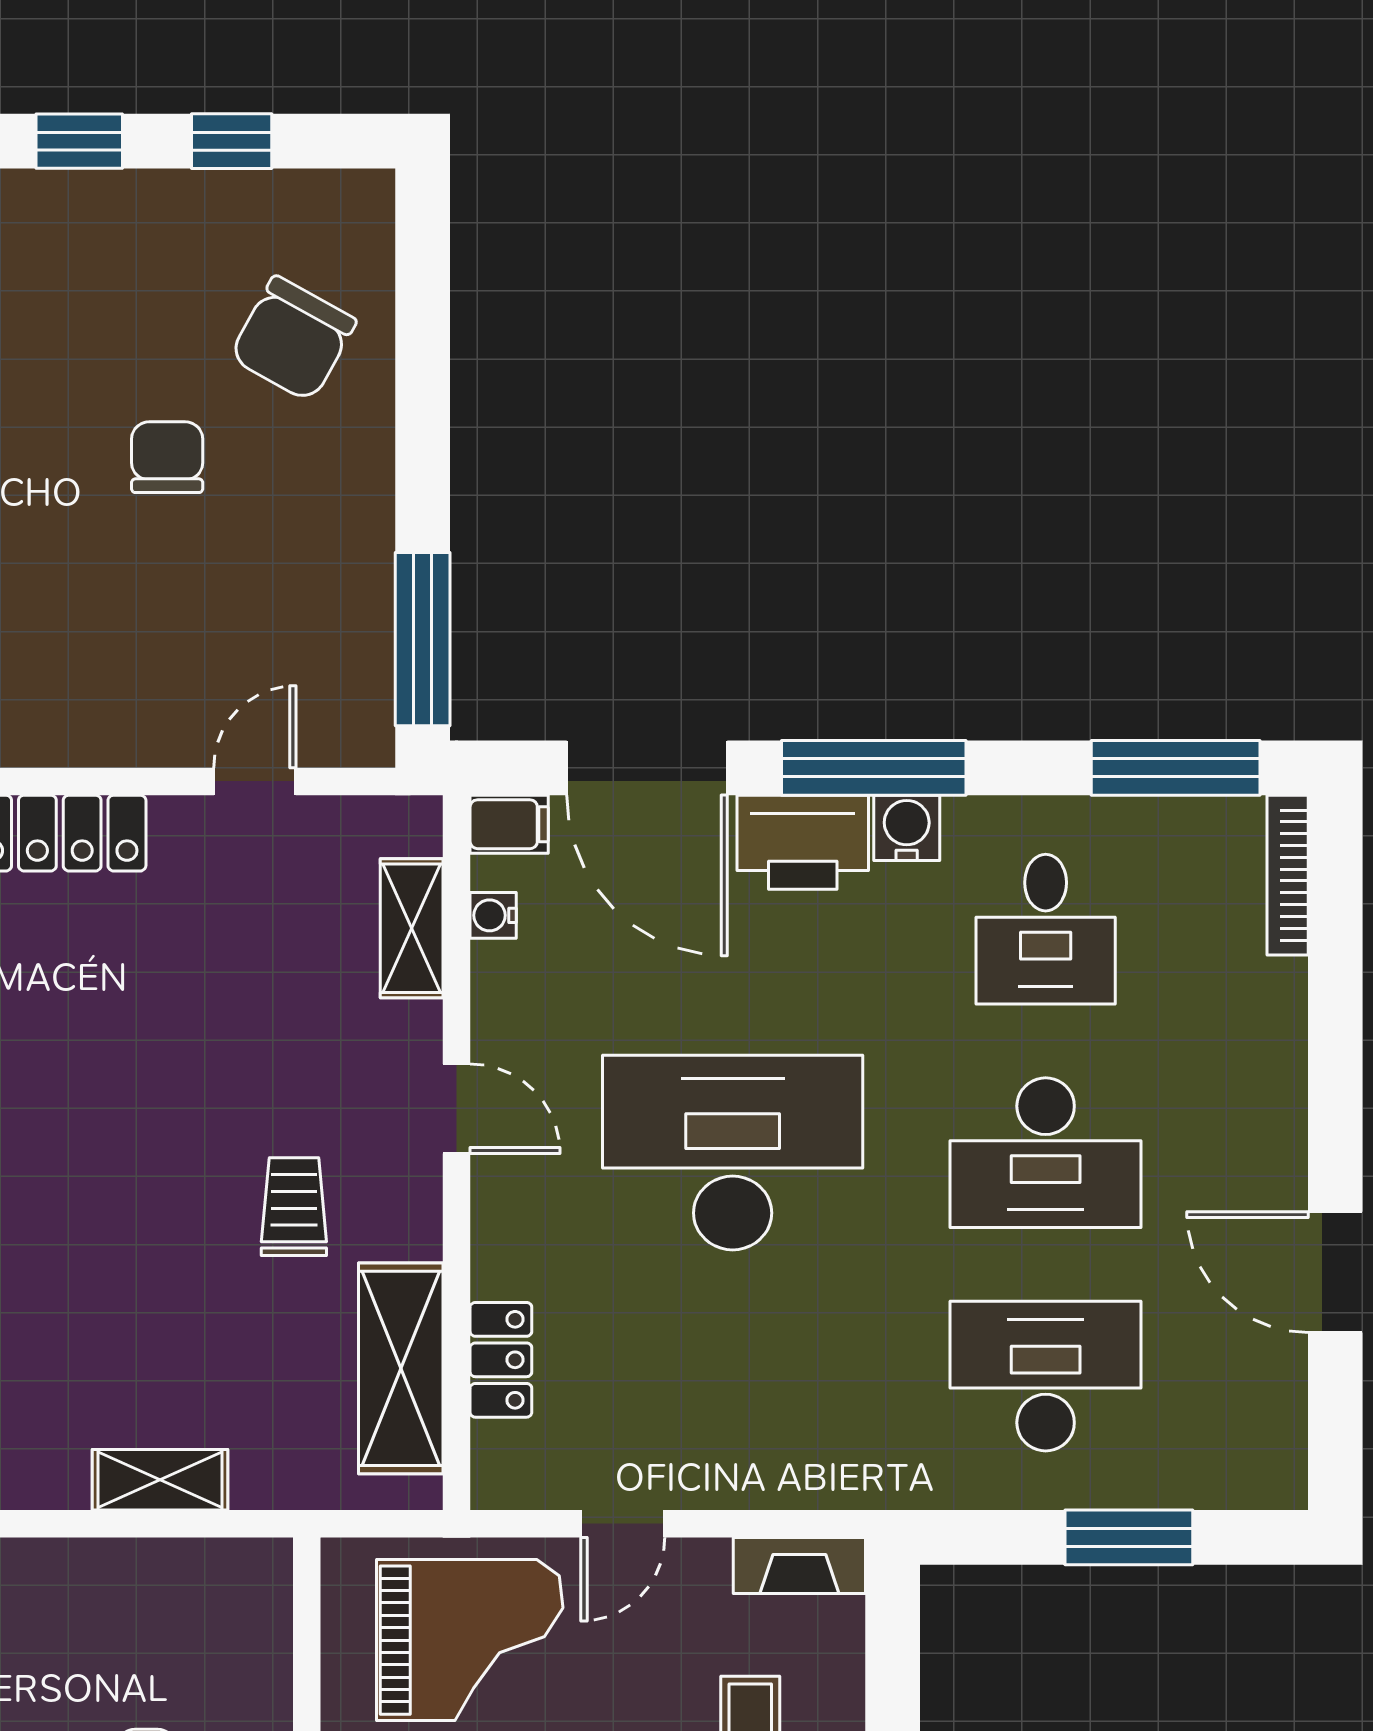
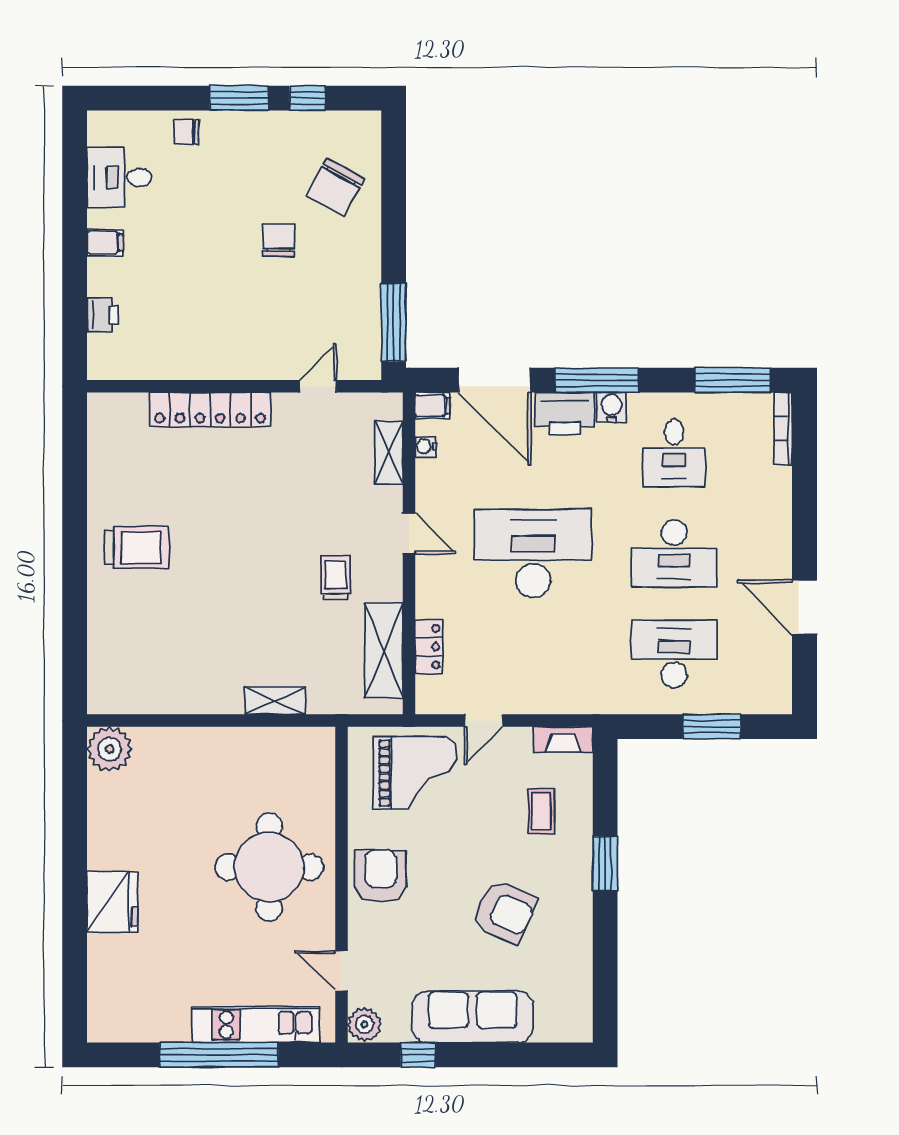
window: (79, 141) -> (239, 98), width x1.50

